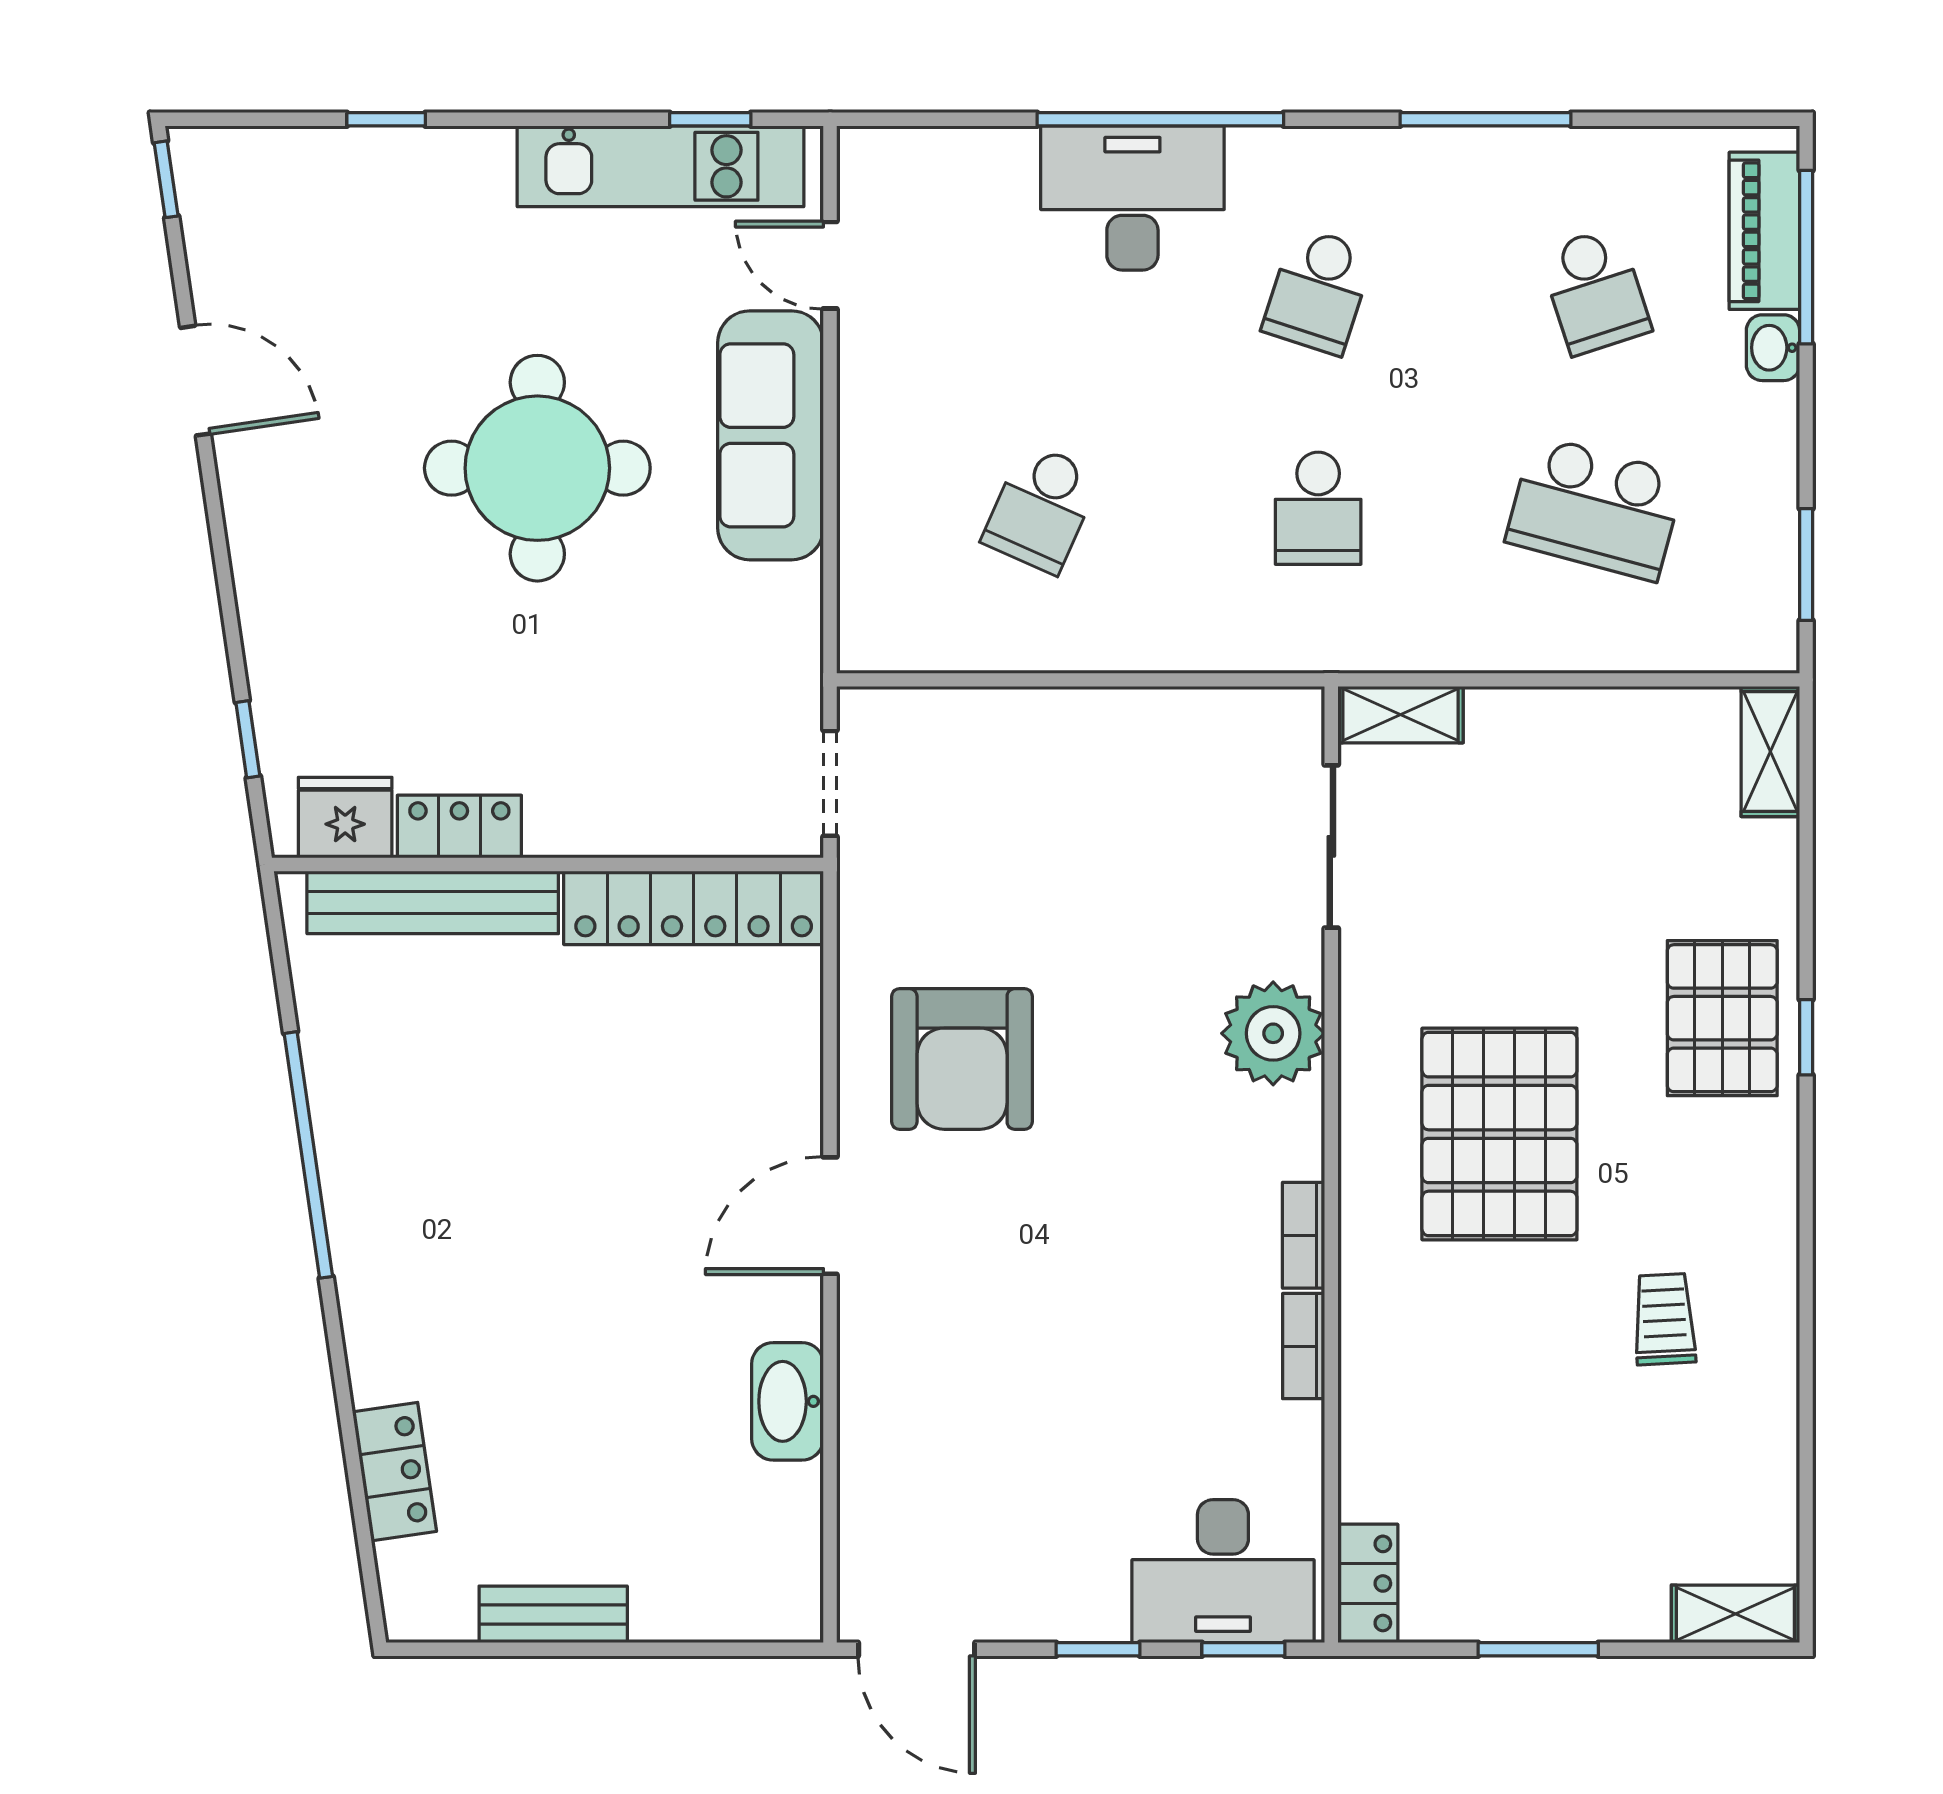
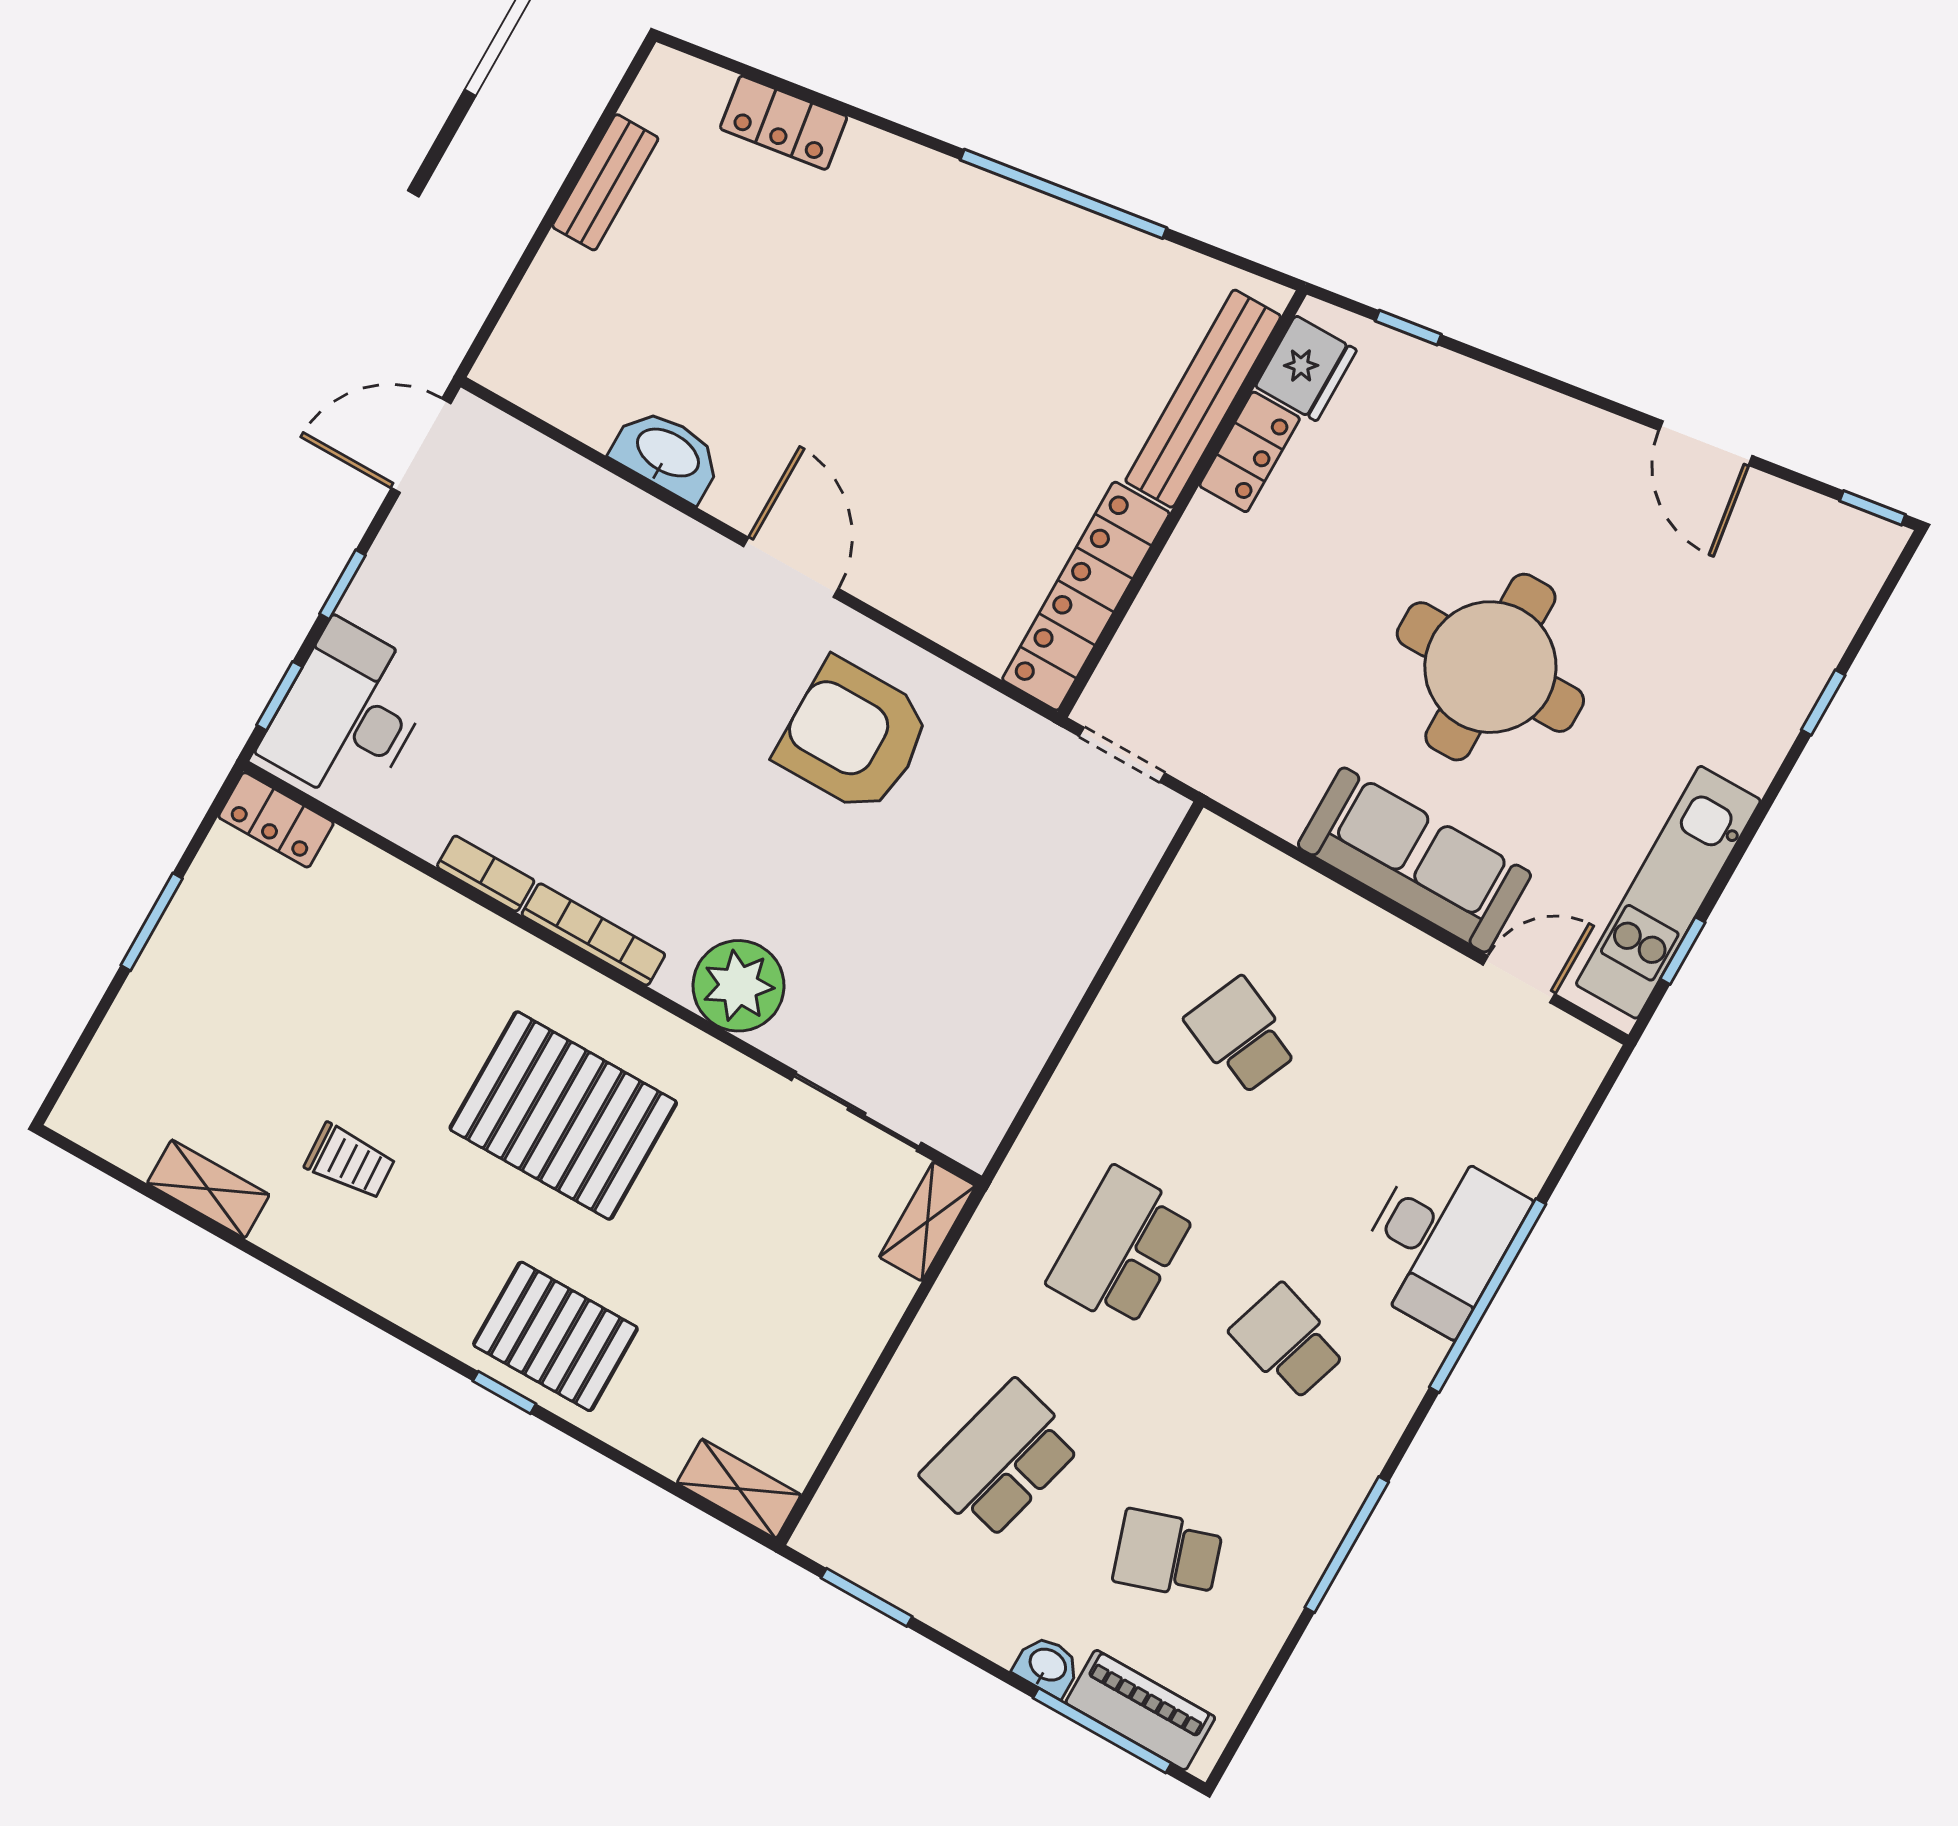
door: (196, 381) -> (1706, 443), hinge flipped
school desk: (1318, 508) -> (1121, 1248), width x1.85
bookcase: (1304, 1235) -> (593, 934), width x1.56
shelving: (1735, 1614) -> (208, 1189), moved, turned 90

